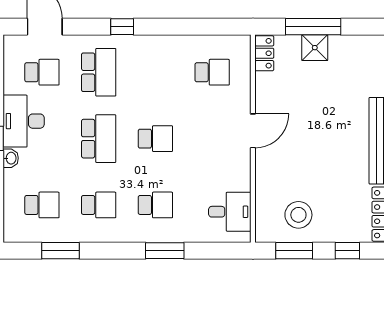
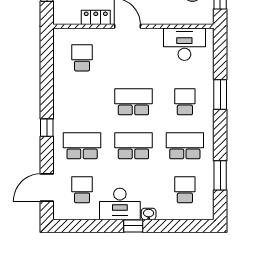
locker: (264, 53) -> (96, 17), moved
school desk: (155, 139) -> (133, 102), width x1.85
school desk: (99, 205) -> (185, 146), width x1.85
desk: (230, 212) -> (184, 44), width x1.37

